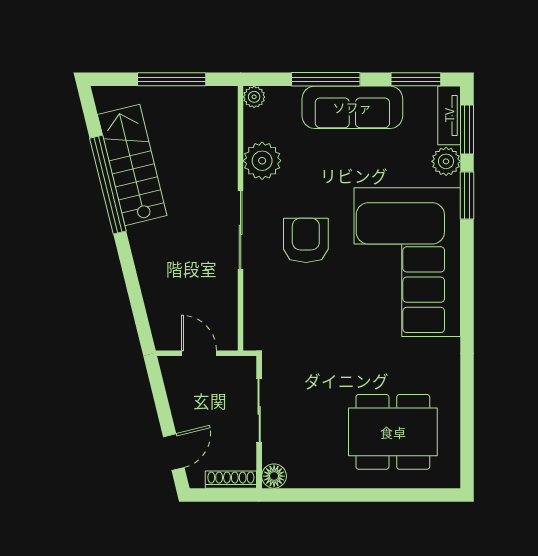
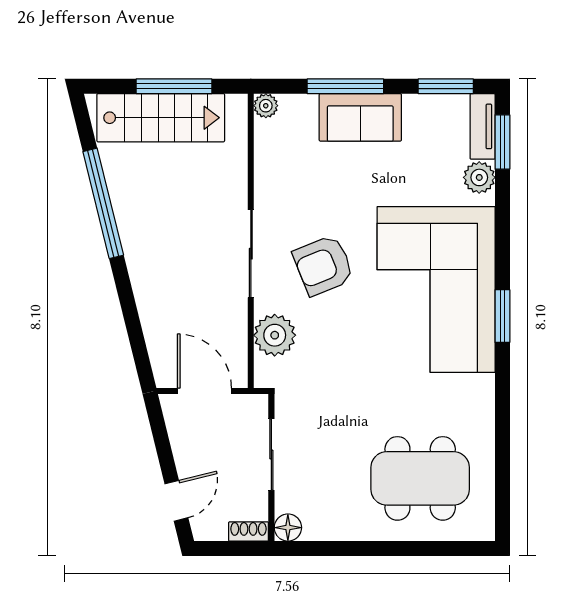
sofa: (352, 107) -> (360, 117), width x0.73
plant: (262, 161) -> (275, 335), moved
stairs: (132, 165) -> (161, 118), moved, turned 104
window: (467, 195) -> (502, 316), moved
armchair: (306, 240) -> (323, 265), turned -112
door: (199, 353) -> (204, 391), width x1.38
shoe rack: (231, 480) -> (248, 531), width x0.70

